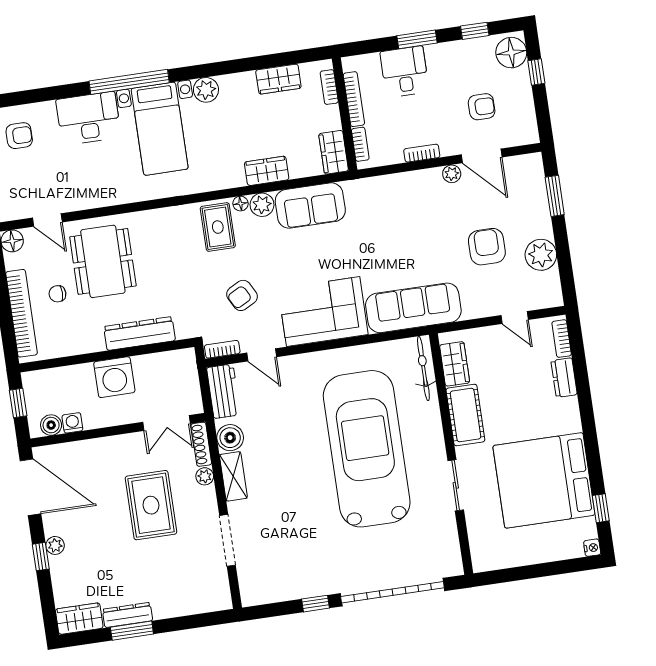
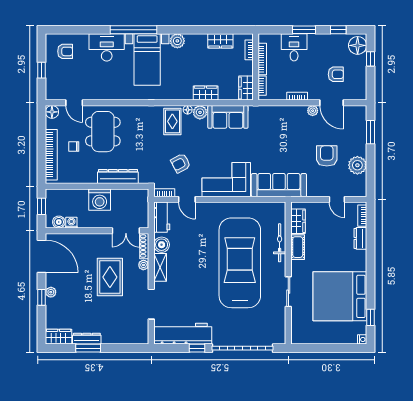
bicycle: (423, 368) -> (280, 243), moved
cot: (465, 415) -> (298, 247), width x0.73, depth x0.75
workbench: (288, 583) -> (183, 334), added

